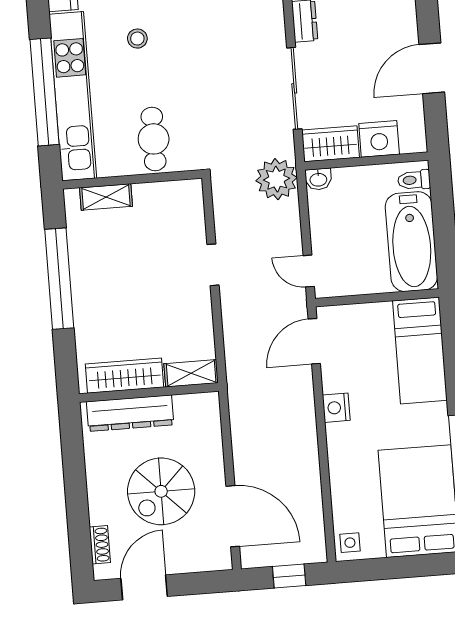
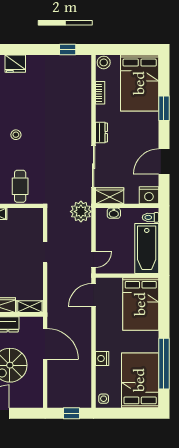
nightstand: (379, 139) -> (149, 195), moved
washbasin: (318, 179) -> (114, 213), moved
door: (309, 271) -> (94, 259), swing flipped
bed: (420, 350) -> (141, 304), width x1.50
nightstand: (336, 408) -> (102, 359), moved
door: (233, 516) -> (45, 344), moved

